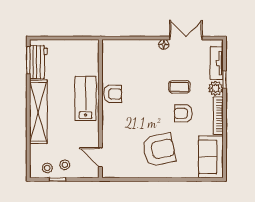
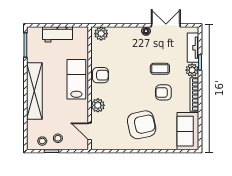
plant: (113, 47) -> (101, 34), added
workbench: (38, 62) -> (57, 34), moved, turned 90
plant: (110, 128) -> (98, 105), added

